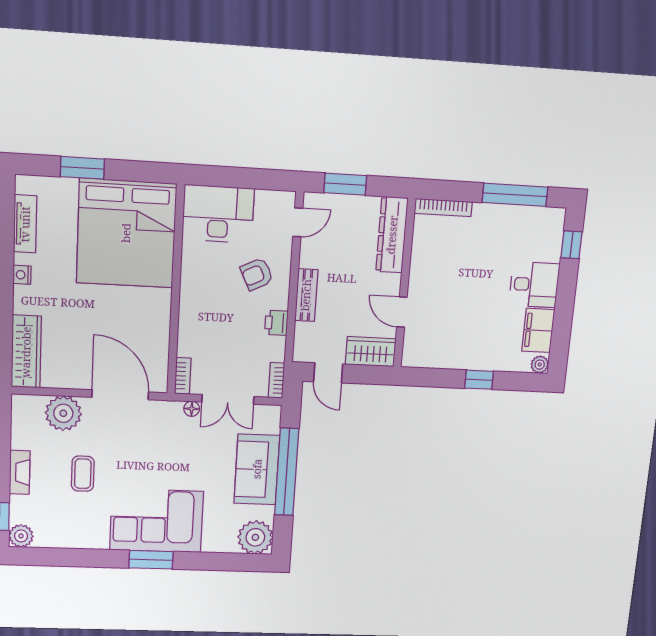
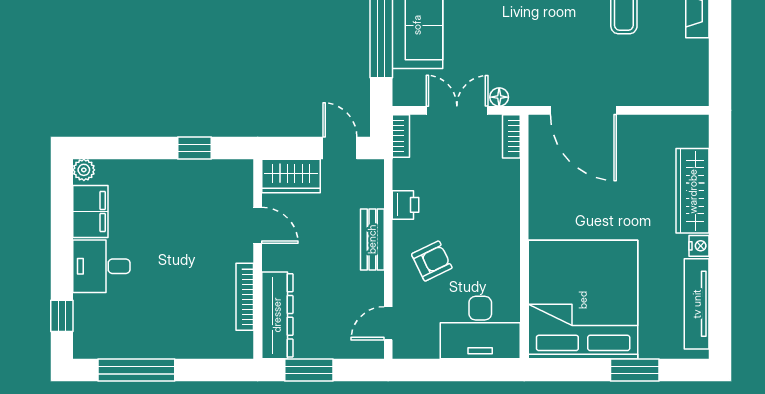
window: (345, 184) -> (309, 370), moved
bookcase: (443, 208) -> (245, 297), moved, turned -90
tv unit: (25, 224) -> (697, 304), width x1.41
wardrobe: (26, 352) -> (693, 191), moved
window: (479, 380) -> (194, 148), moved
plant: (63, 413) -> (649, 85), removed

